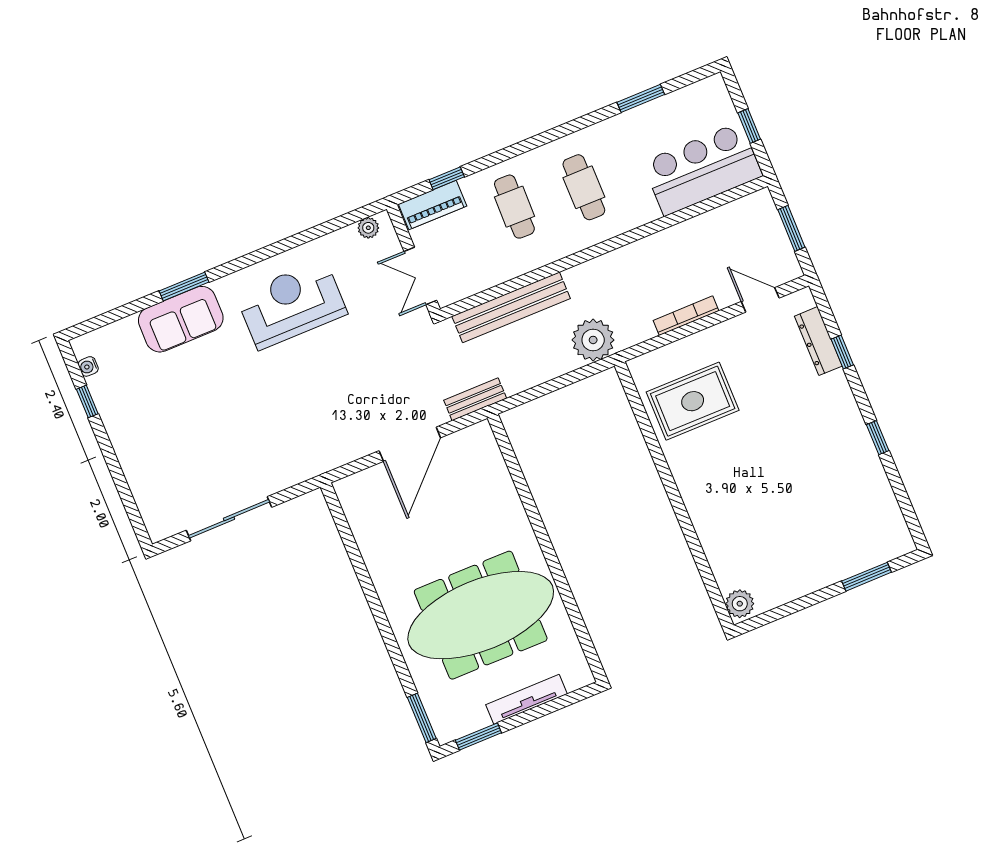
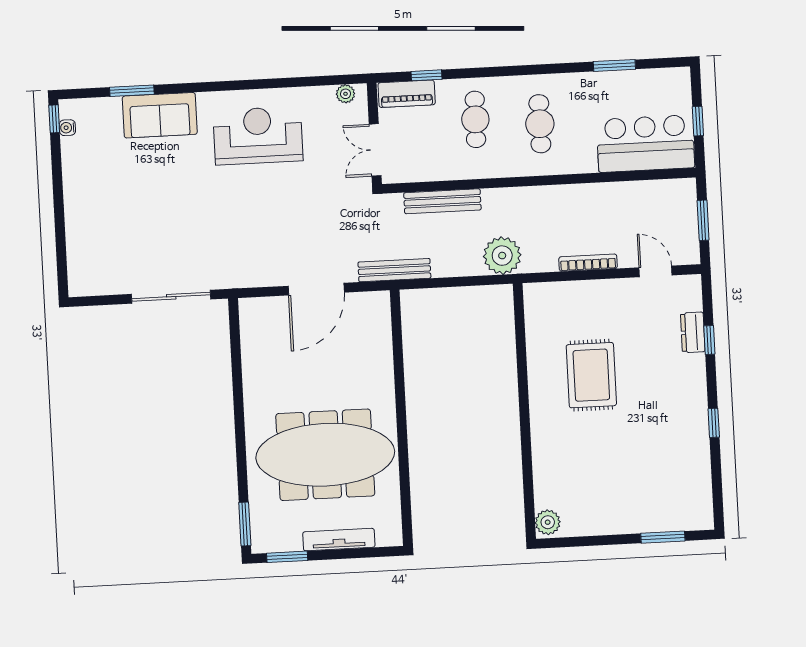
window: (184, 287) -> (132, 91), moved
bench: (511, 307) -> (442, 201), width x0.73, depth x0.82
dresser: (818, 341) -> (693, 332), width x0.70
bench: (475, 399) -> (394, 270), width x1.36
window: (87, 401) -> (54, 119), moved
rug: (693, 401) -> (591, 375), moved, turned 90
sliding door: (229, 519) -> (171, 297), moved

